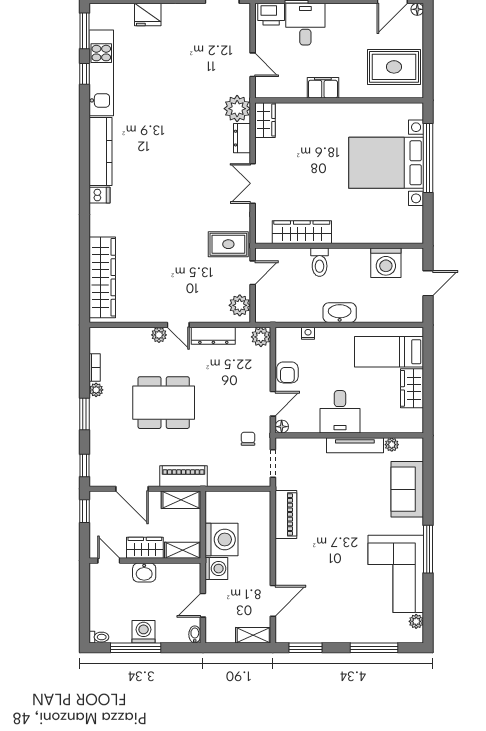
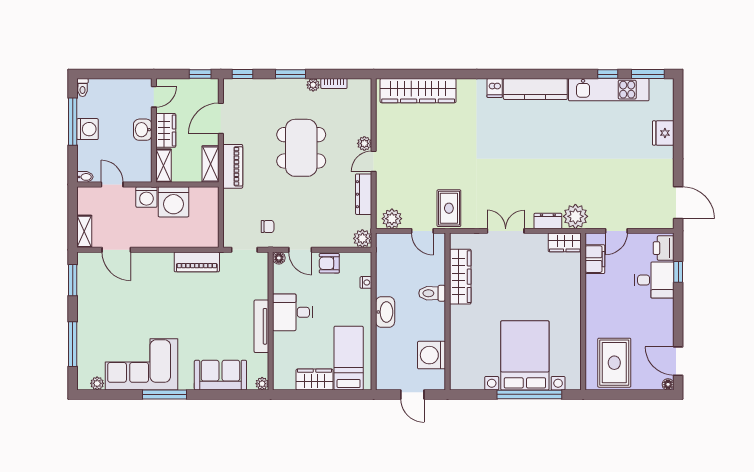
filing cabinet: (323, 88) -> (595, 259), moved
plant: (392, 445) -> (262, 384), moved

